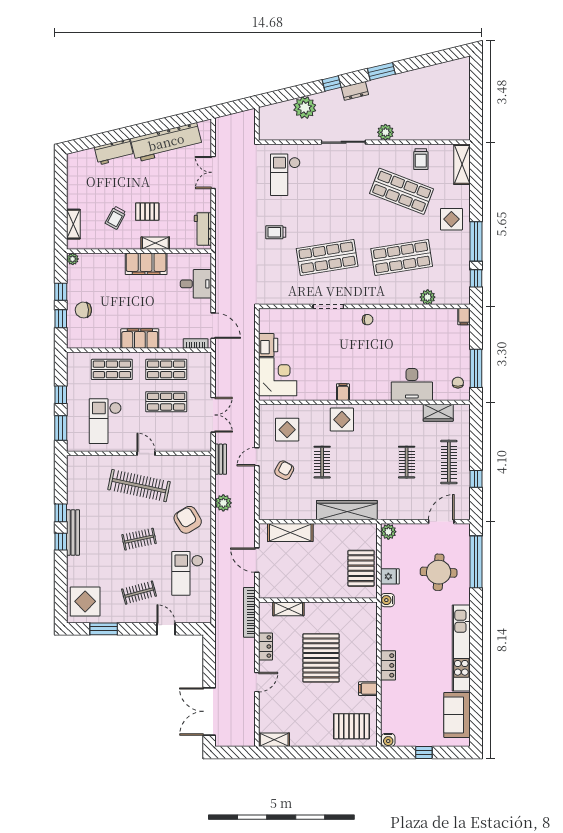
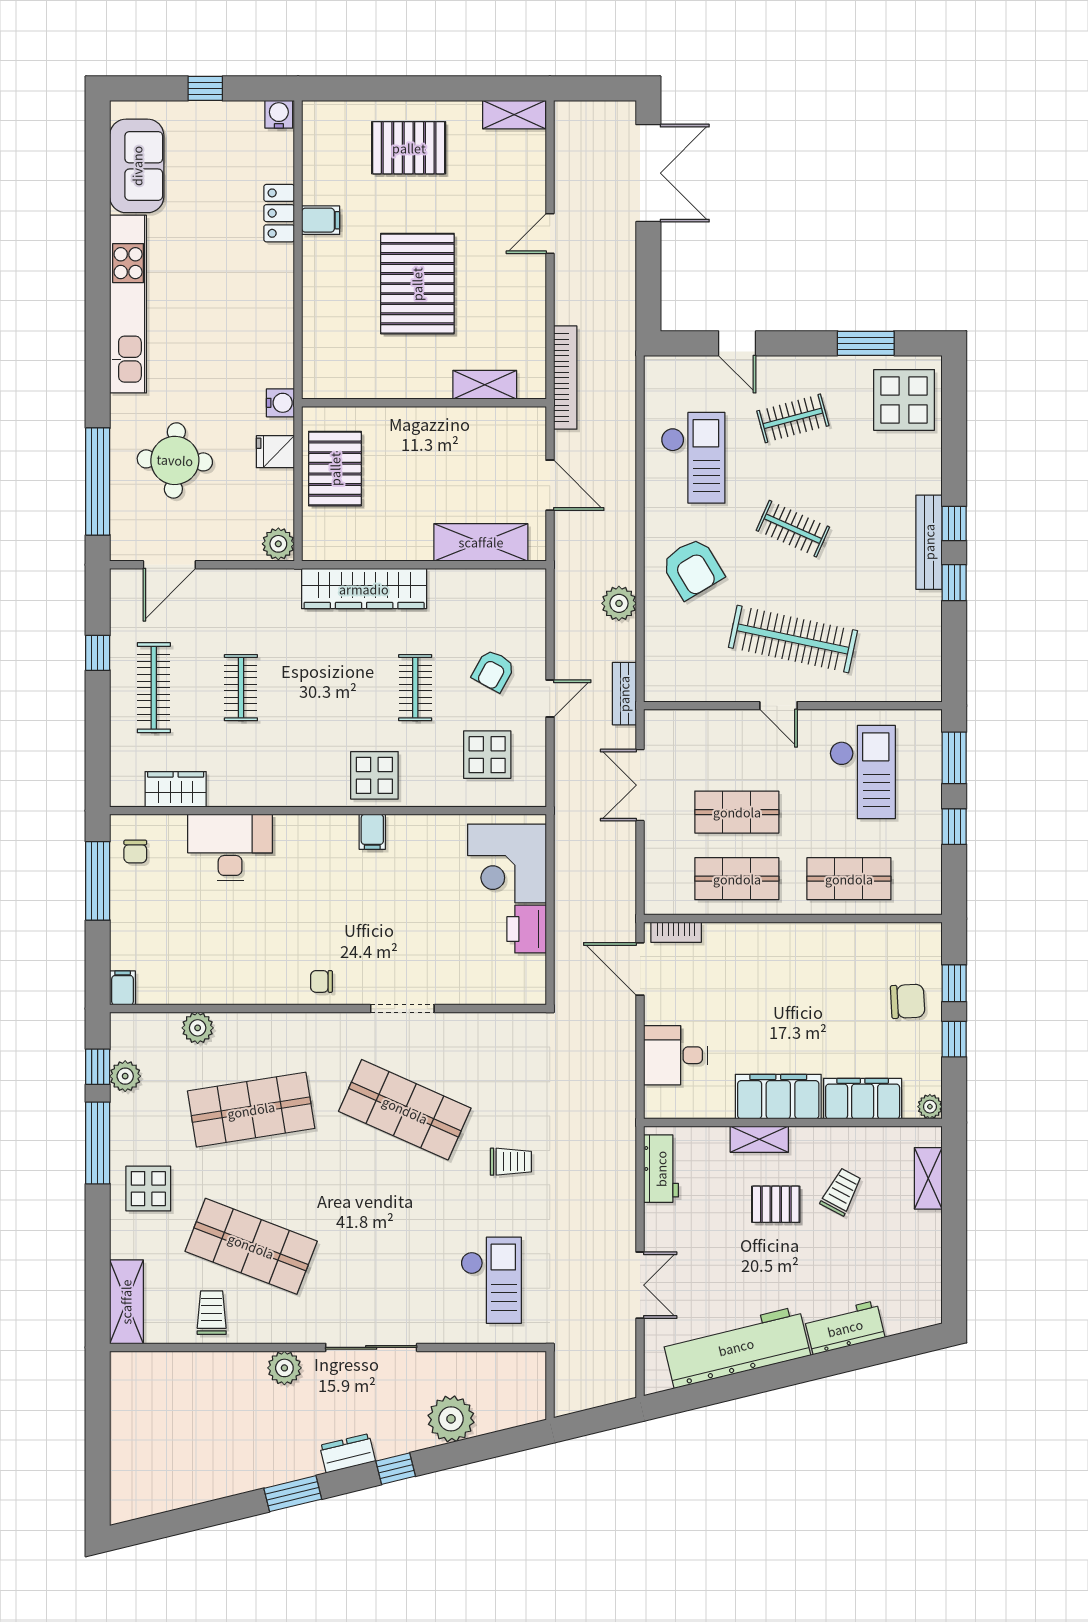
shop shelf: (327, 257) -> (405, 1110), turned 33
plant: (463, 274) -> (125, 1076), added
filing cabinet: (140, 339) -> (863, 1099), moved, turned 180
clothes rail: (139, 539) -> (793, 529), turned 36
locker: (265, 646) -> (532, 307), removed
locker: (388, 665) -> (279, 213), moved
pallet: (351, 726) -> (409, 148), moved

